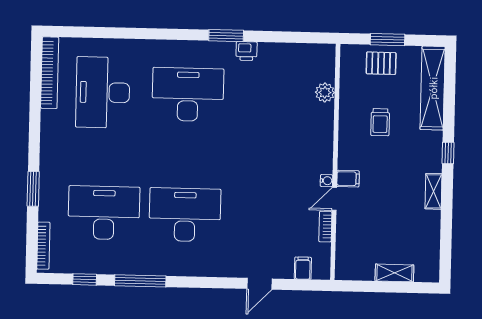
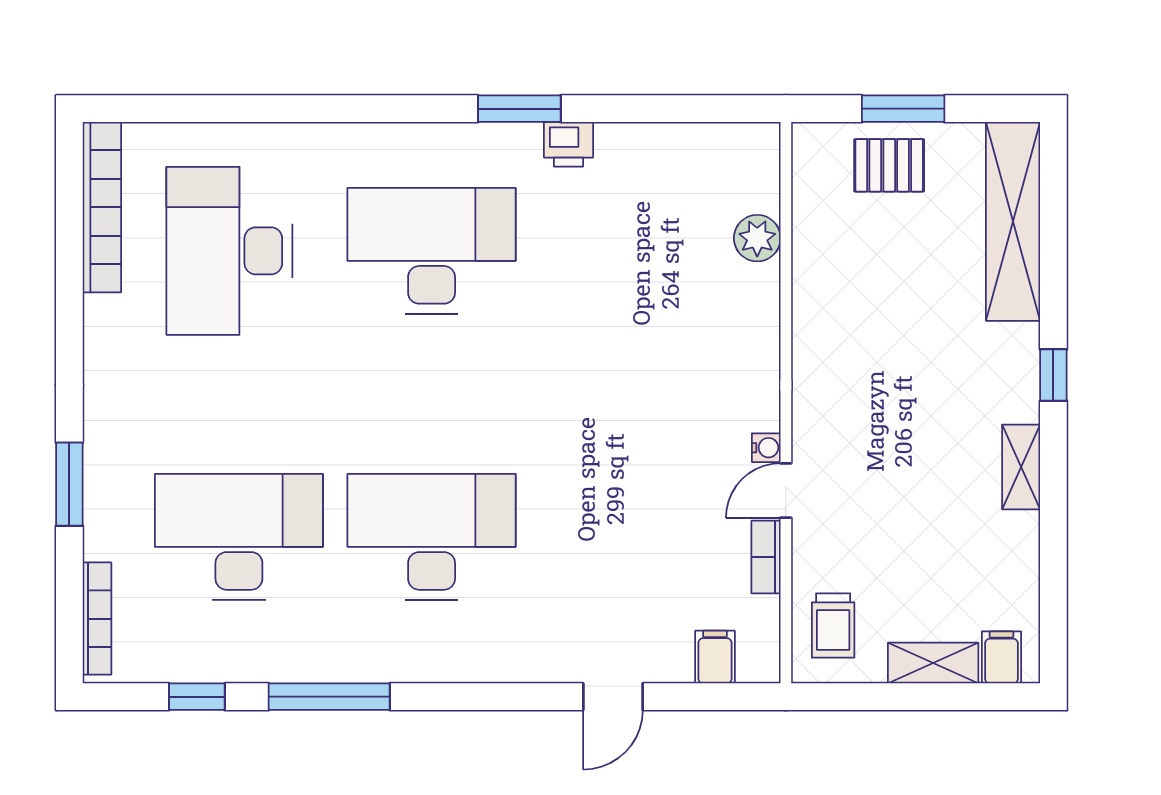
trolley: (380, 122) -> (833, 625), moved
filing cabinet: (348, 179) -> (1001, 657), moved, turned -90

